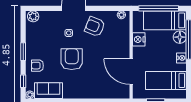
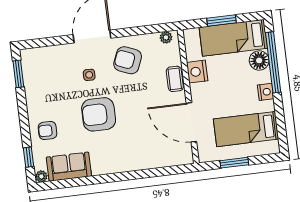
window: (159, 8) -> (222, 20), width x0.47
plant: (33, 16) -> (32, 56), removed
coffee table: (124, 42) -> (175, 79), added
window: (23, 52) -> (18, 74), moved
armchair: (72, 59) -> (99, 114), turned -90

